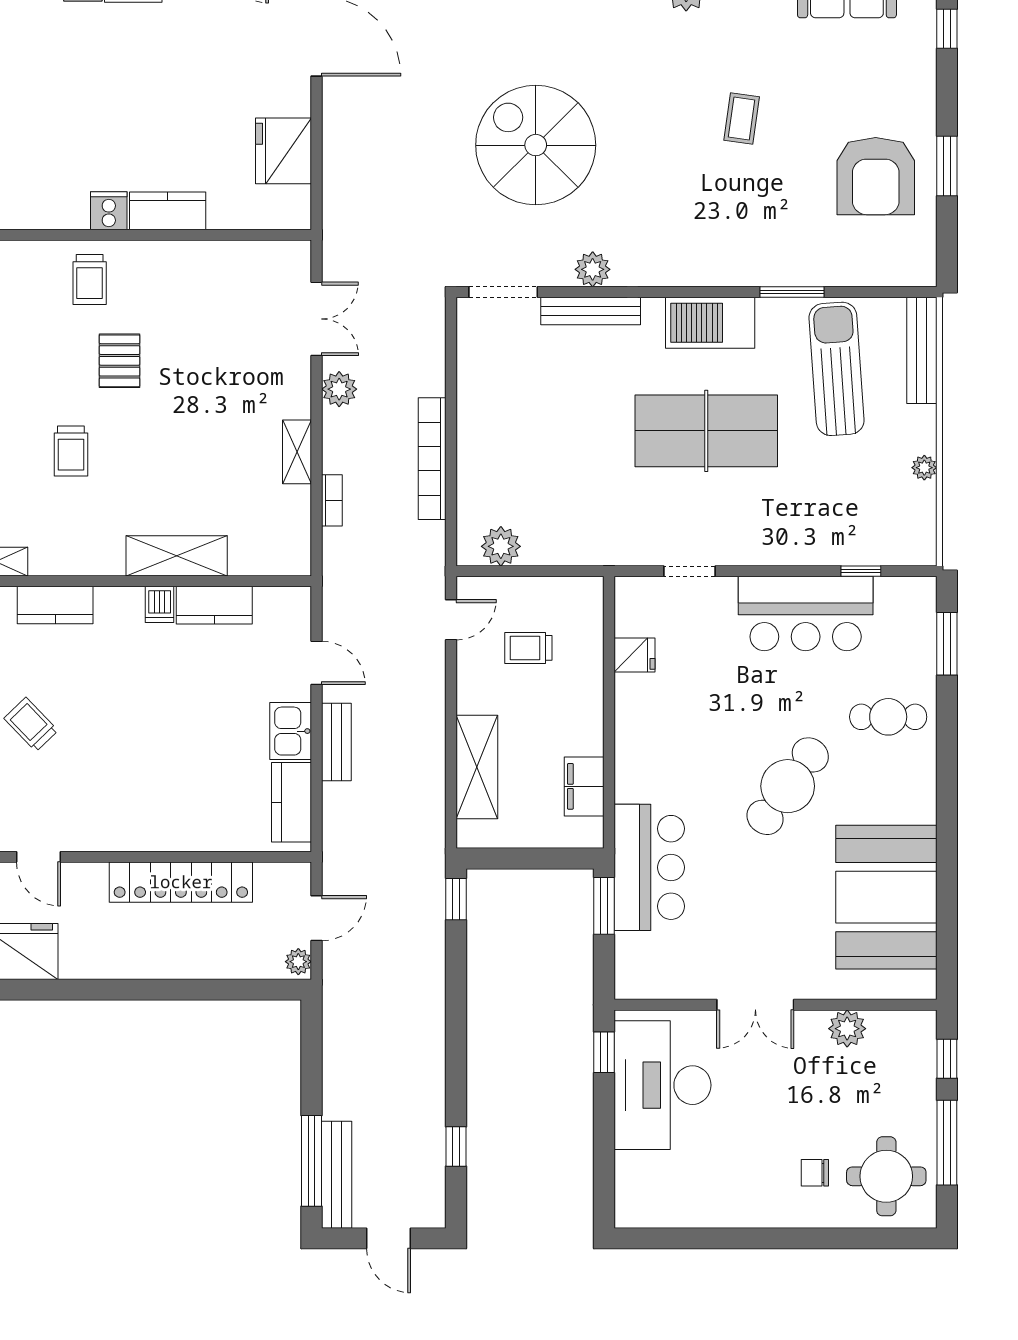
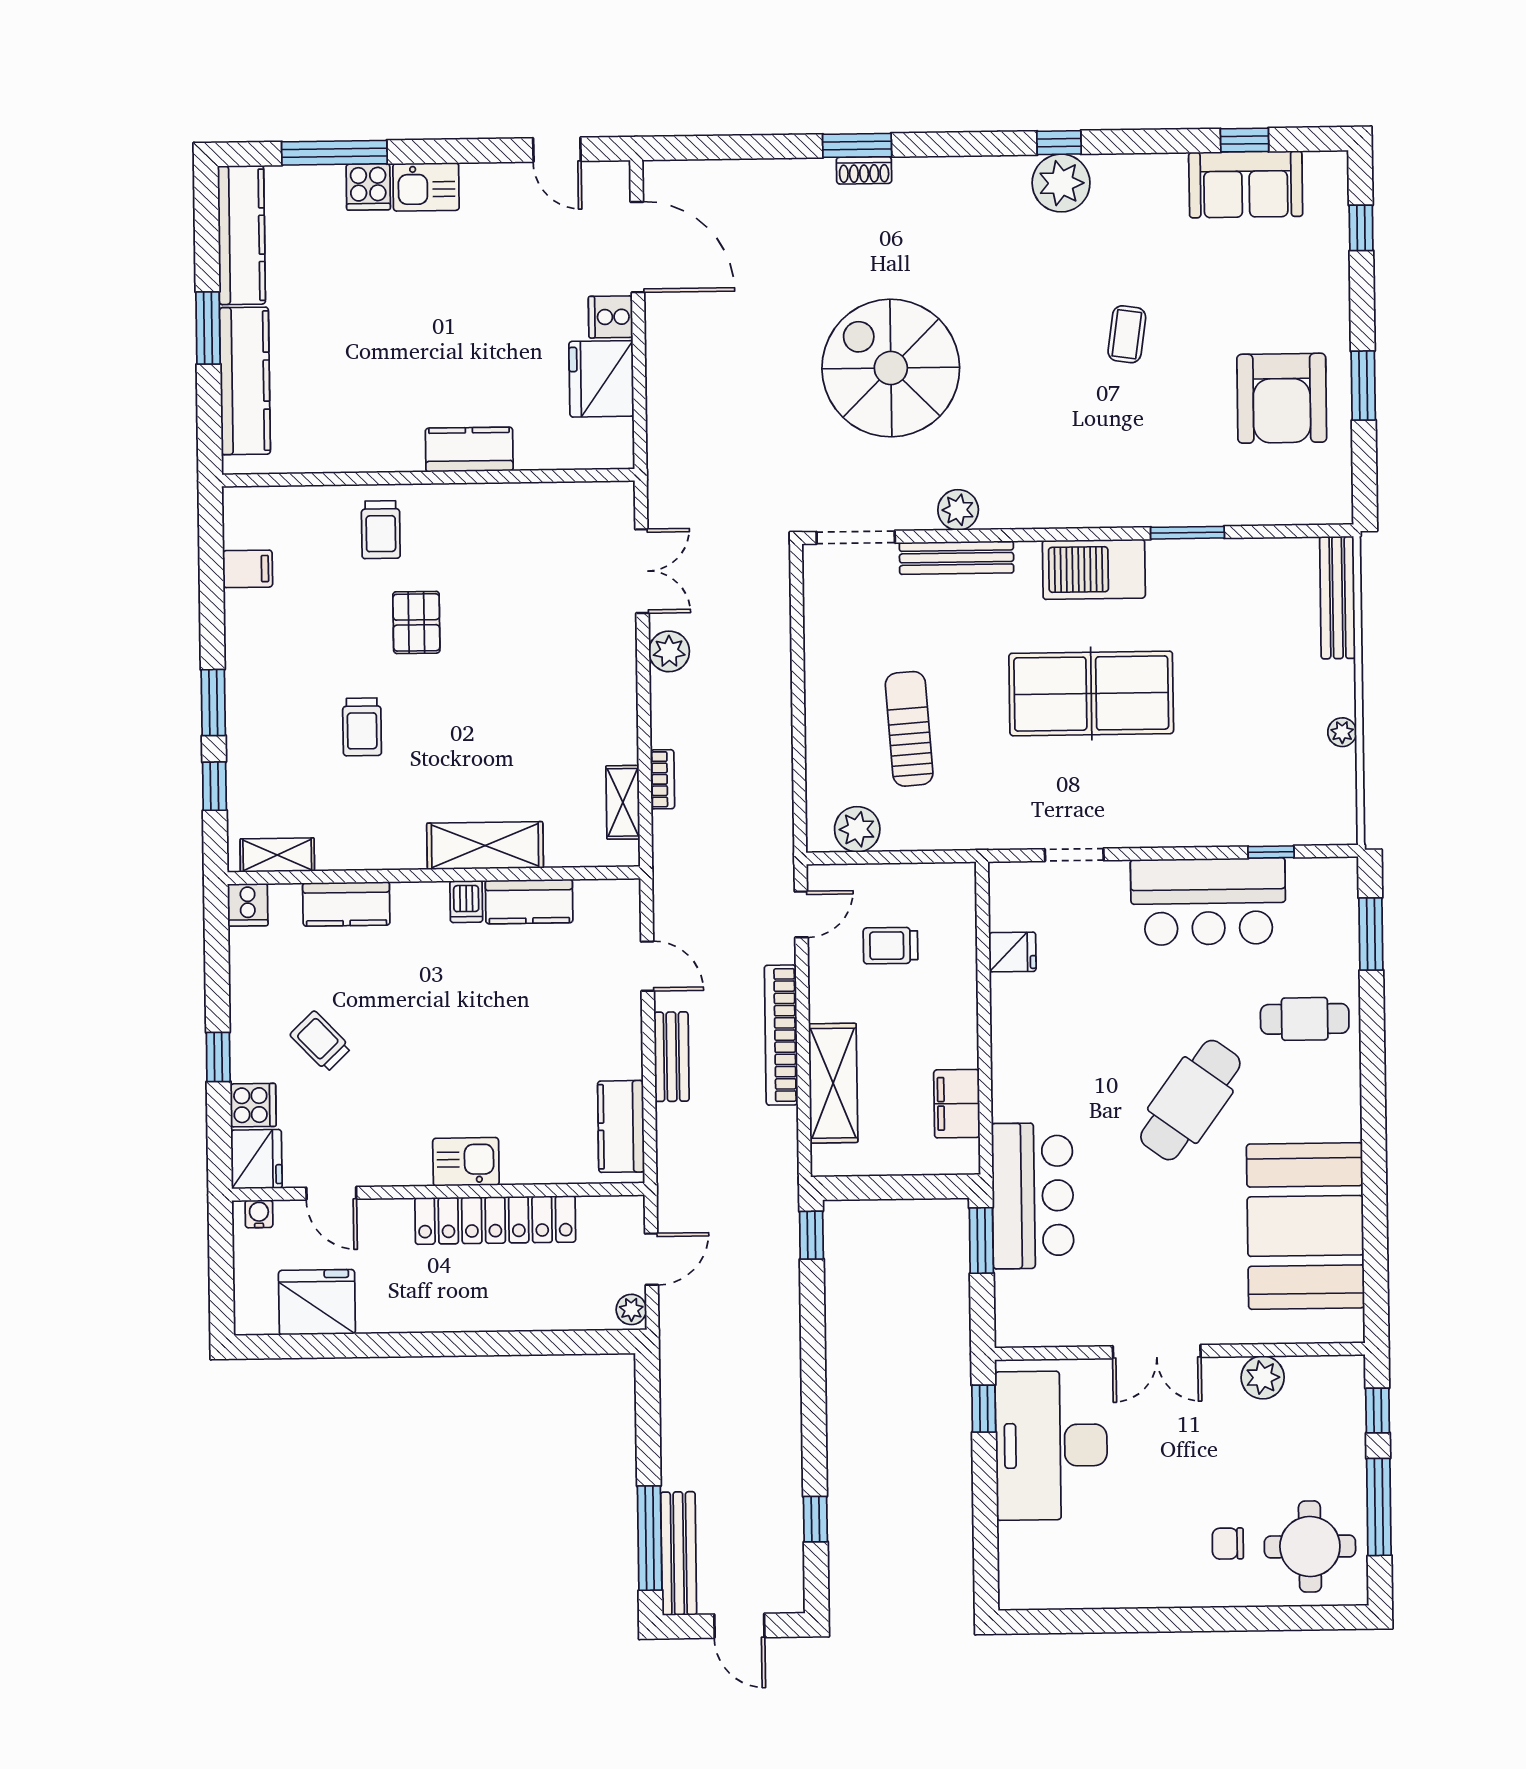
cooker: (109, 211) -> (611, 317), moved, turned -90
sun lounger: (837, 369) -> (909, 729), moved, width x0.73, depth x0.75
shelving: (297, 452) -> (623, 802), moved
bookcase: (432, 459) -> (781, 1035), moved
kitchen sink: (291, 731) -> (466, 1162), moved, turned 90

